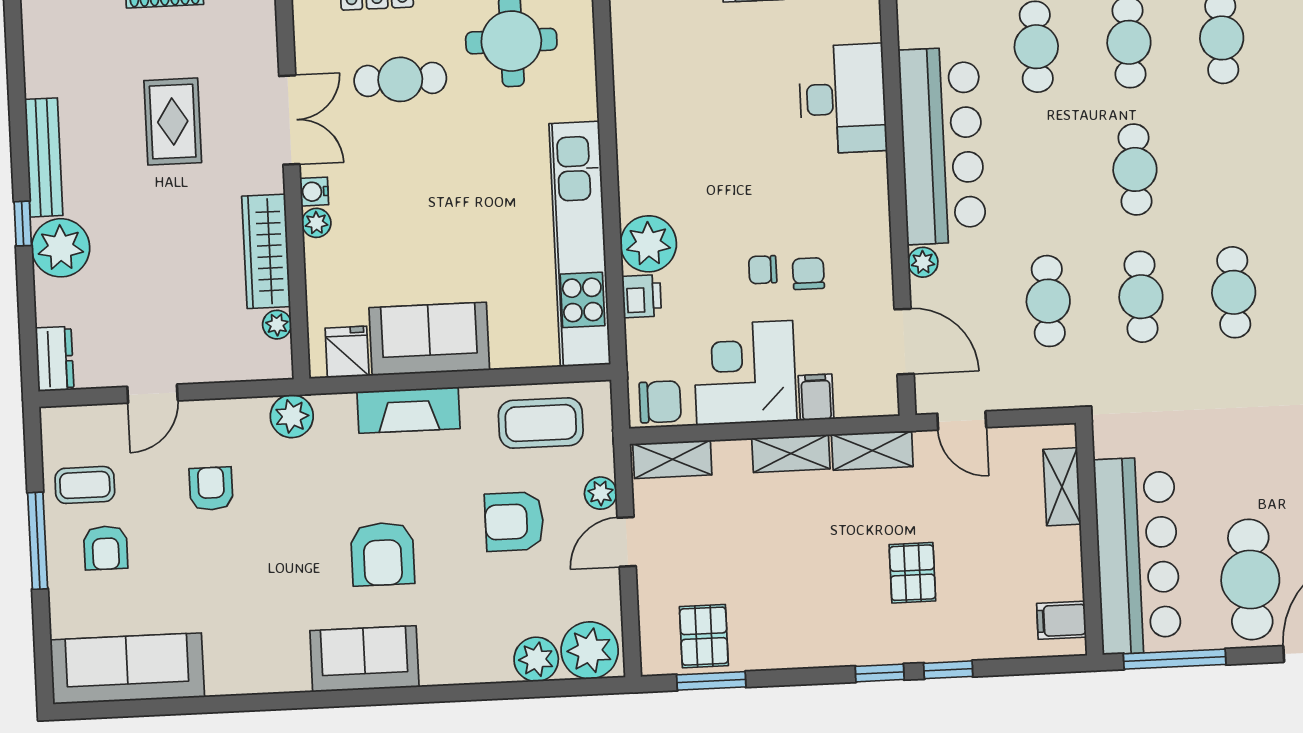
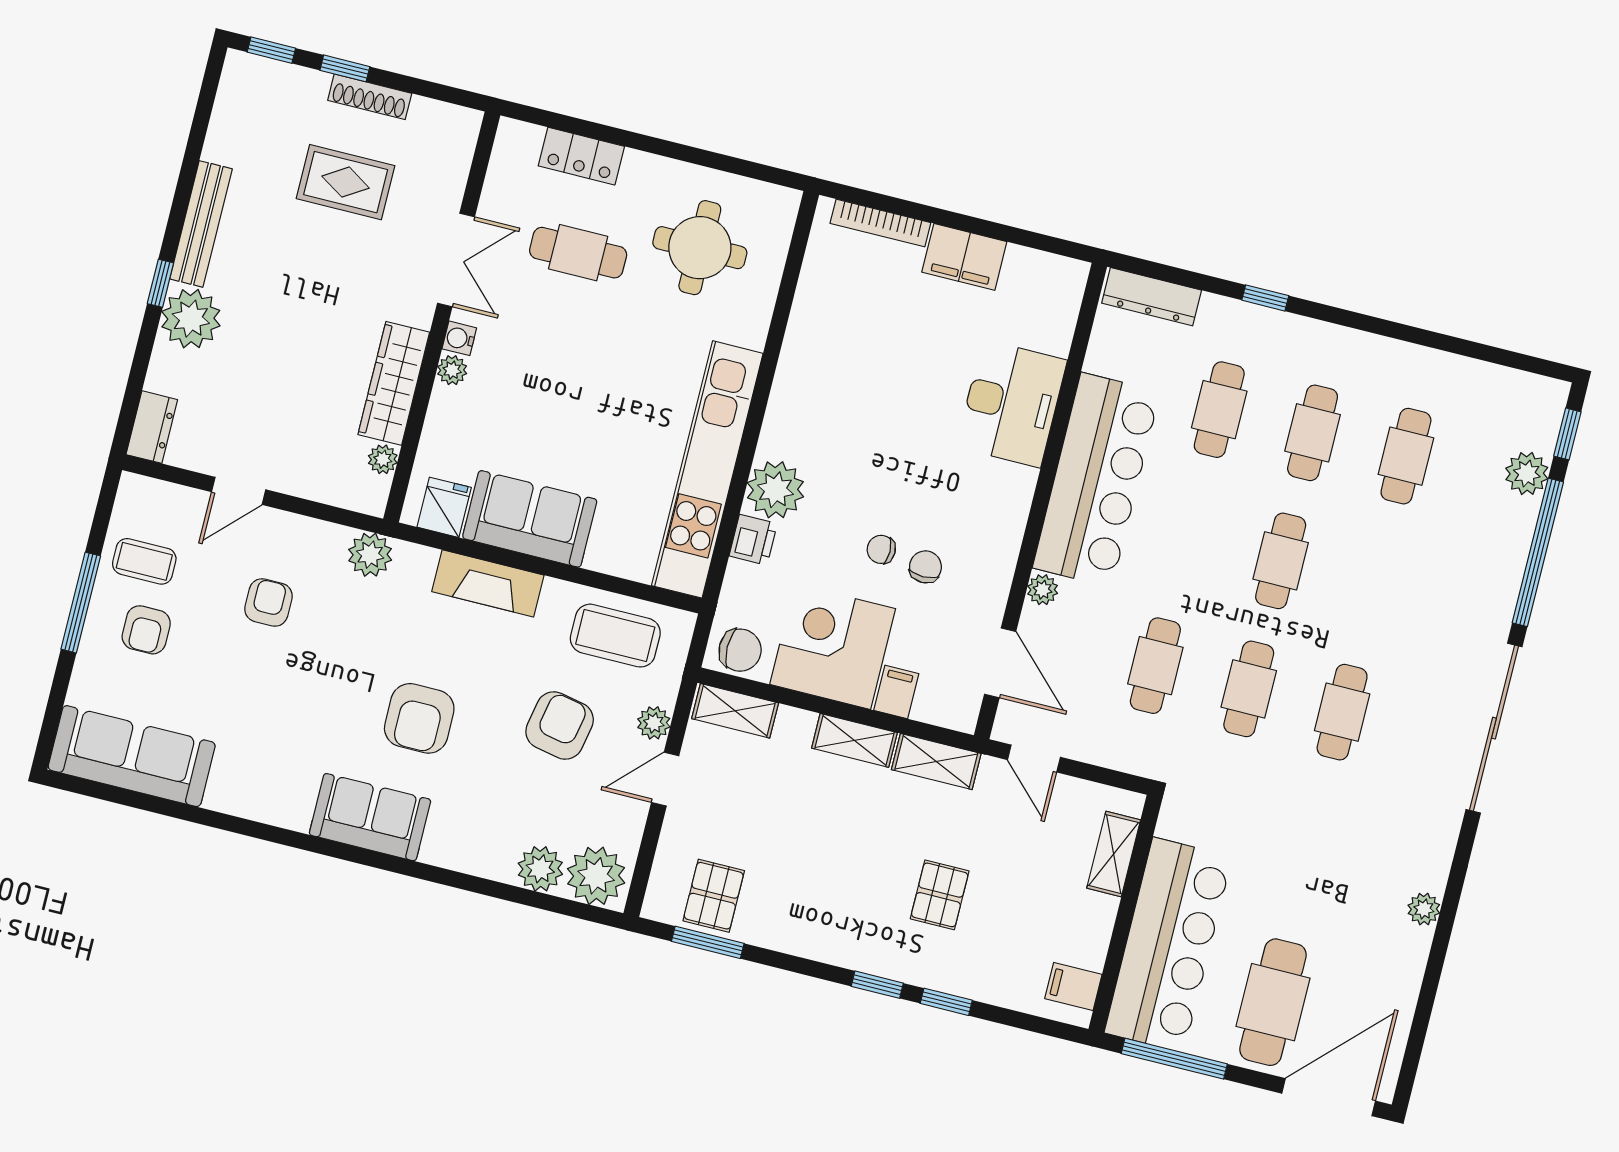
rug: (173, 122) -> (346, 182), moved, turned 90
armchair: (514, 522) -> (560, 726), turned 101

